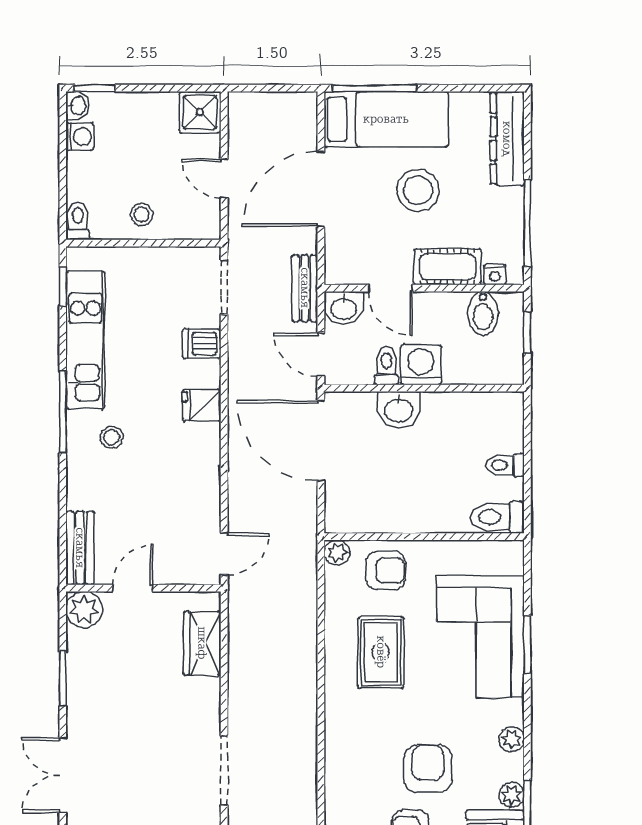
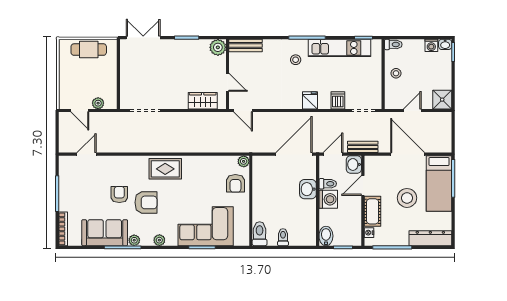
bidet: (483, 313) -> (326, 236), moved, turned 90
door: (133, 588) -> (227, 82), moved
rug: (381, 652) -> (165, 169), moved

